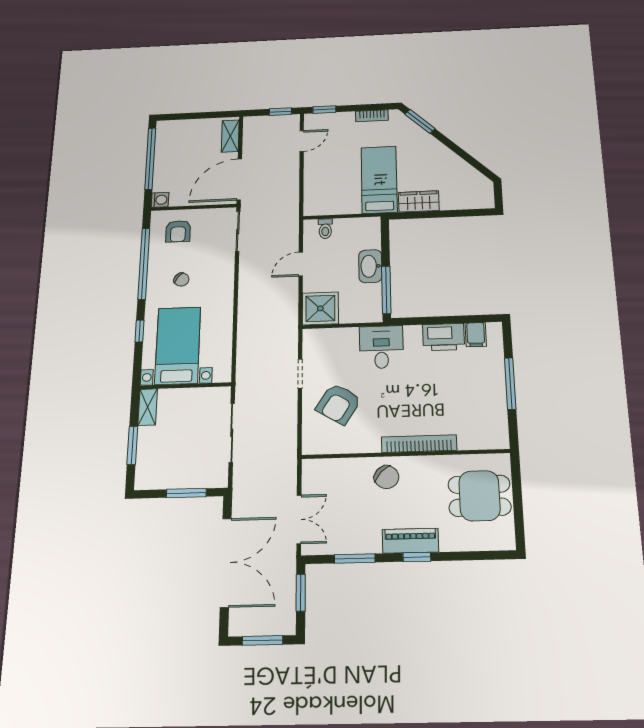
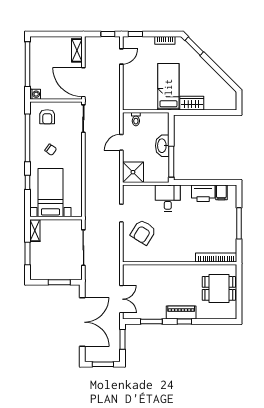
door: (239, 179) -> (83, 82), hinge flipped
bookcase: (419, 444) -> (216, 257), moved
chair: (387, 477) -> (169, 276), removed

